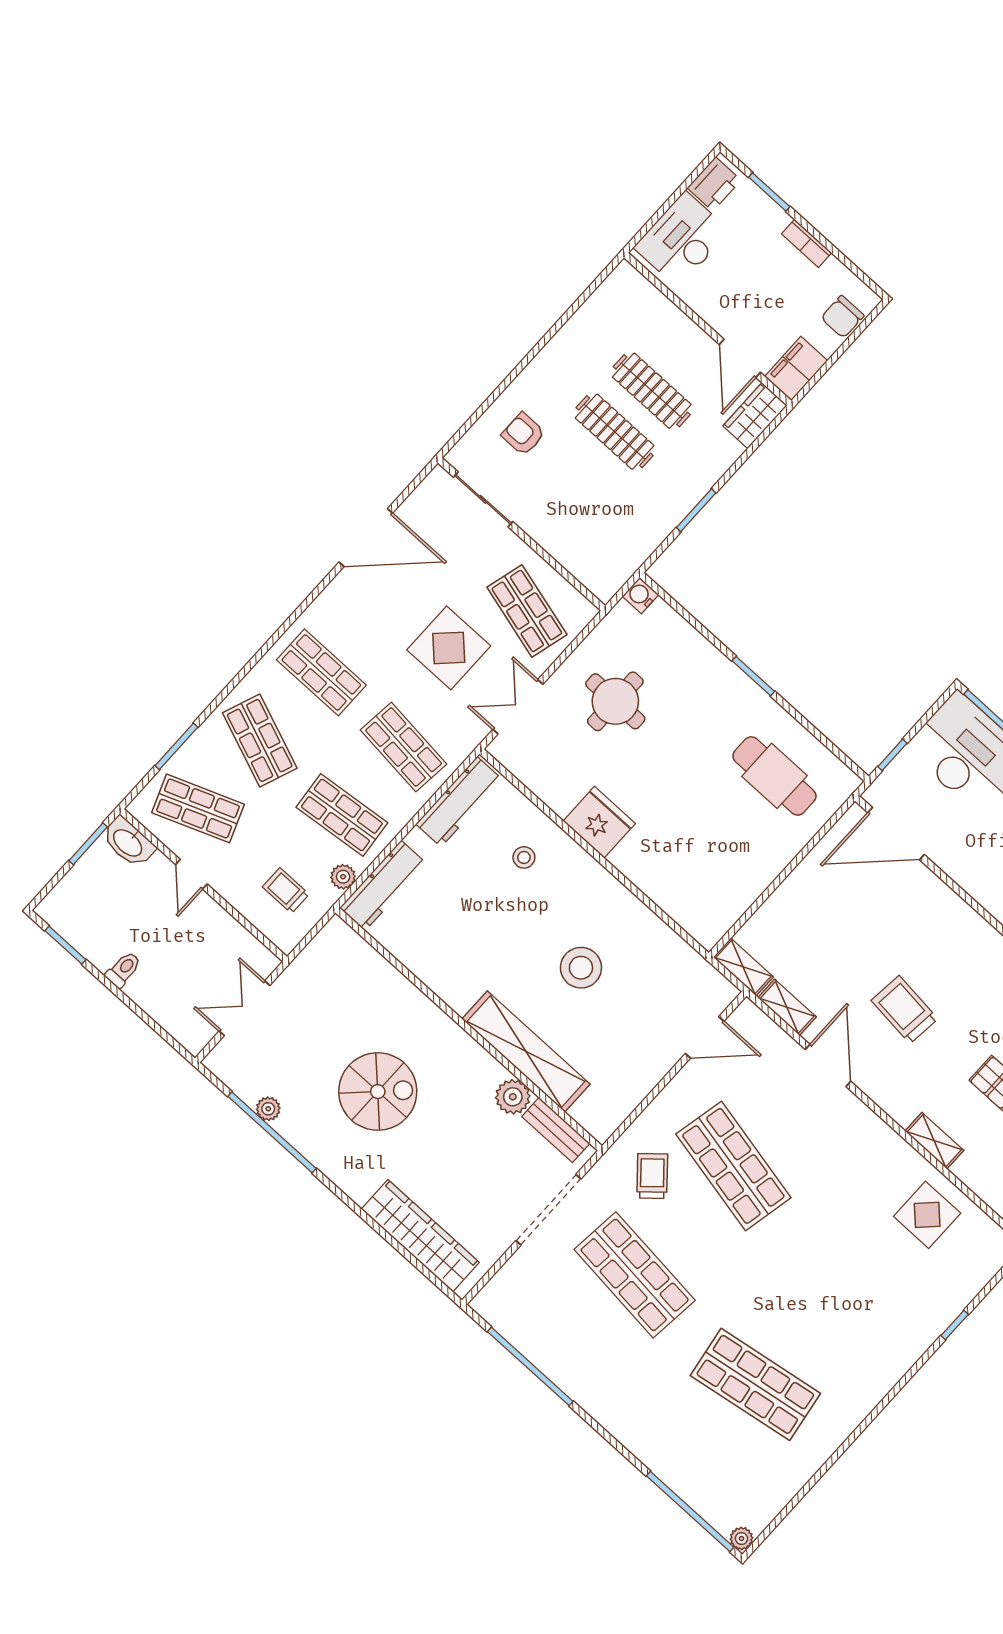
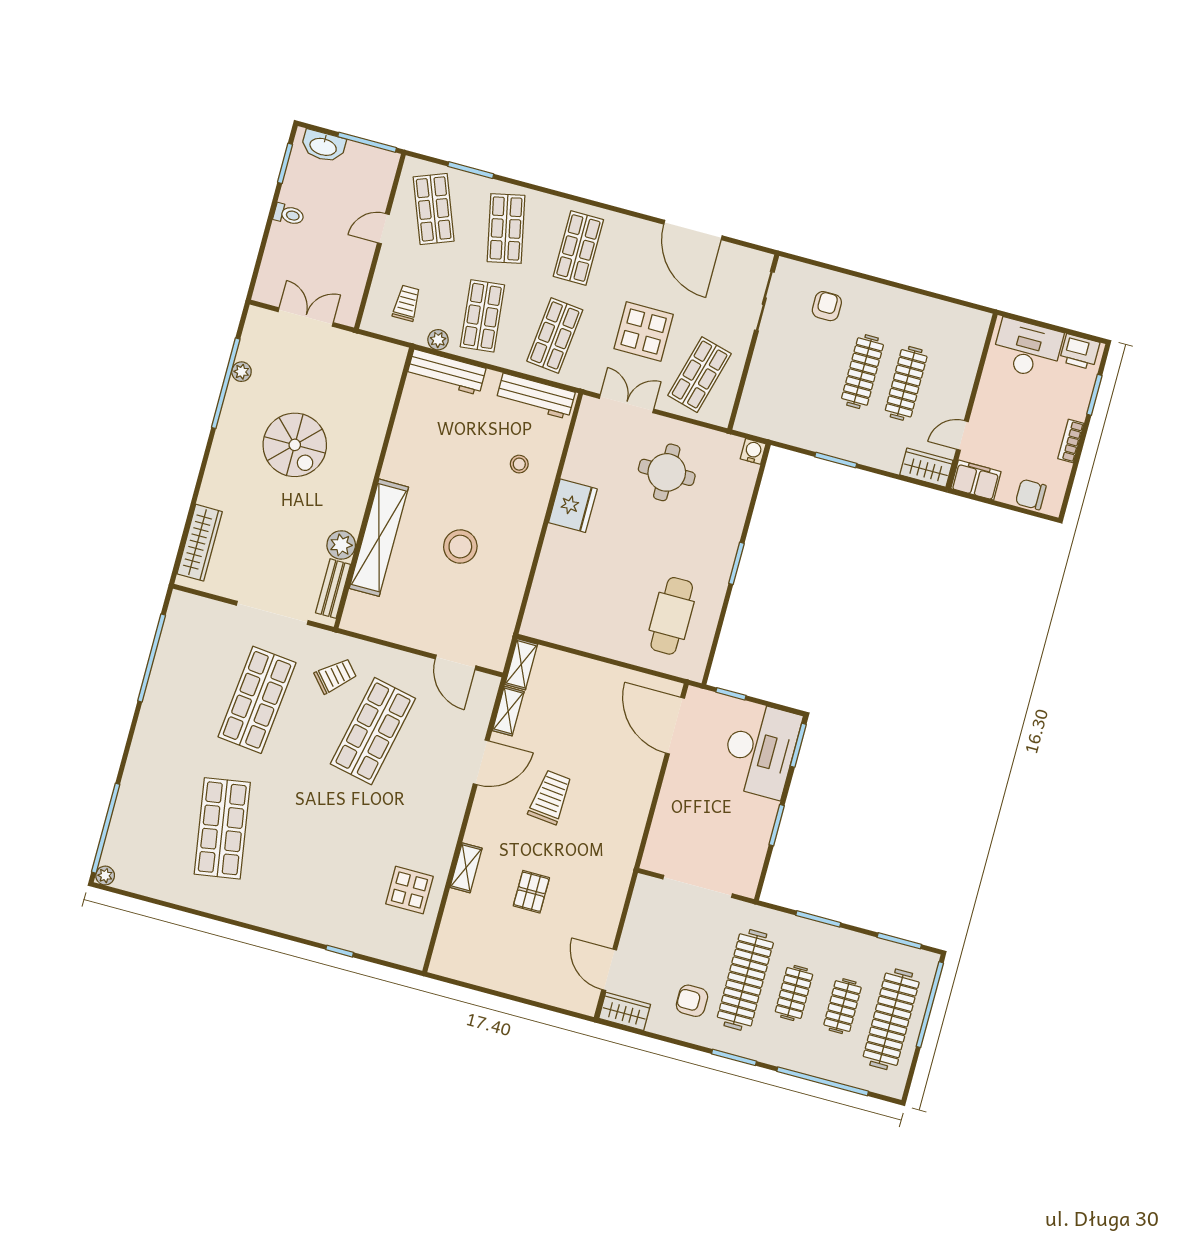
door: (740, 358) -> (962, 435), width x0.73
shop shelf: (260, 740) -> (506, 228), turned -33
washbasin: (128, 842) -> (323, 146), moved, turned -90
window: (88, 844) -> (367, 142), width x1.44
wardrobe: (420, 1236) -> (200, 543), width x0.71, depth x0.85

